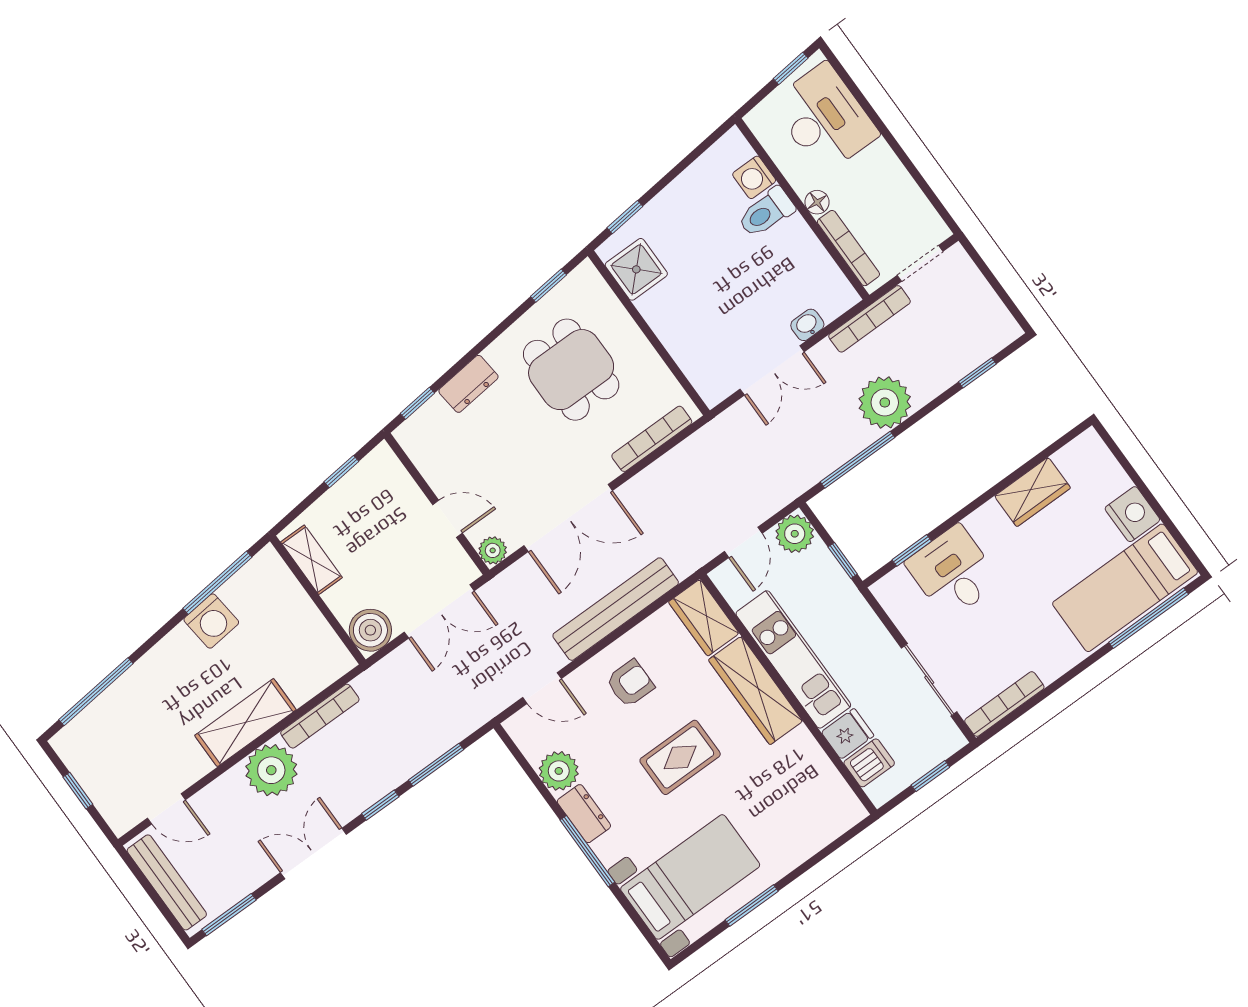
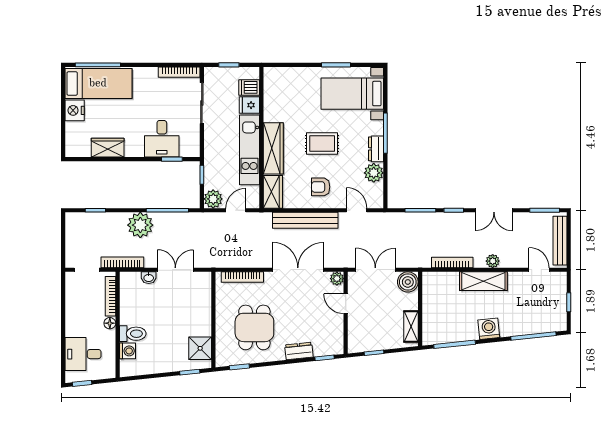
desk: (824, 118) -> (83, 354), width x0.73
washing machine: (211, 621) -> (489, 329), moved
plant: (271, 770) -> (493, 261), width x0.53, depth x0.53

